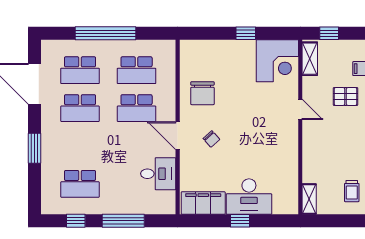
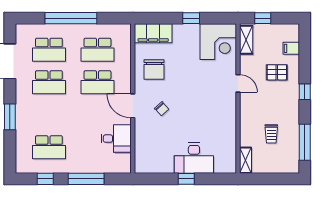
trolley: (352, 191) -> (271, 134), moved
filing cabinet: (203, 203) -> (153, 33), moved, turned 180

